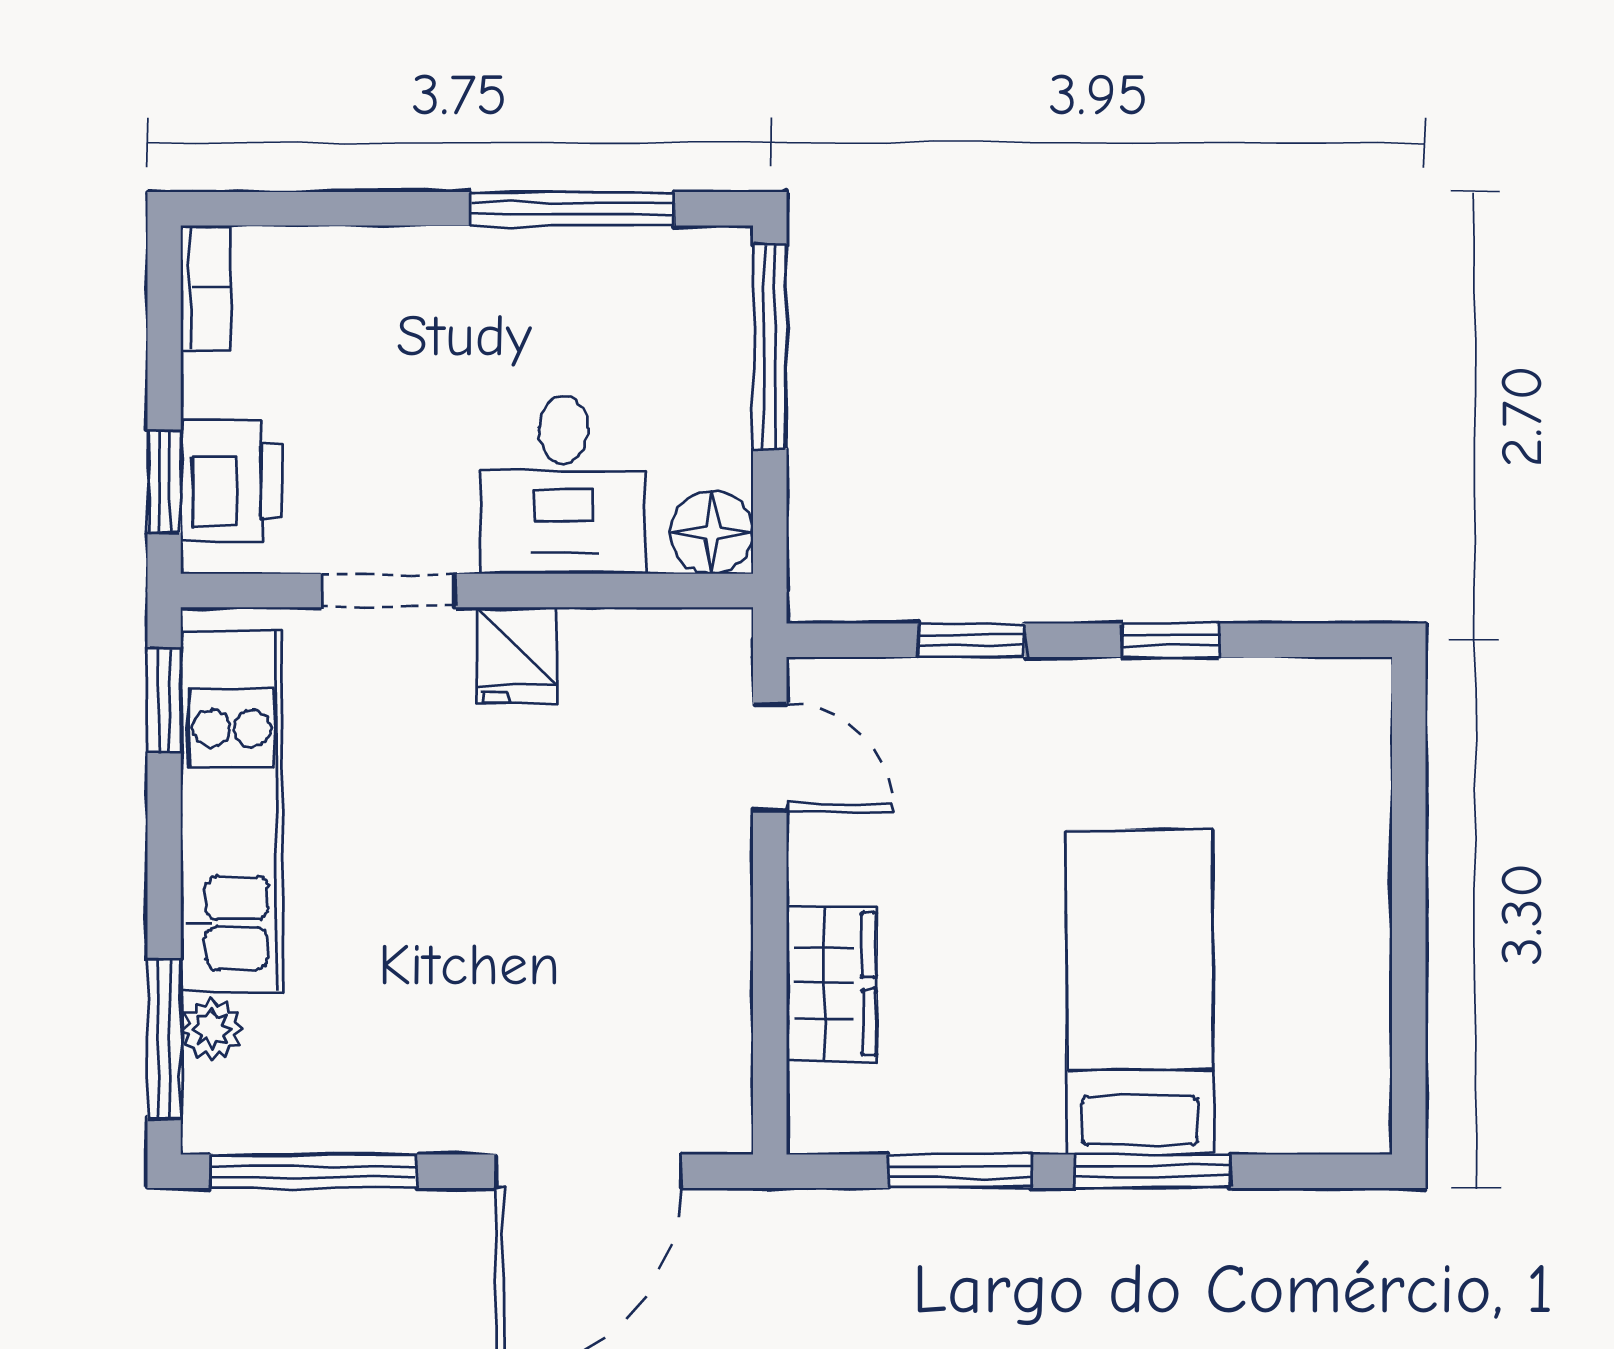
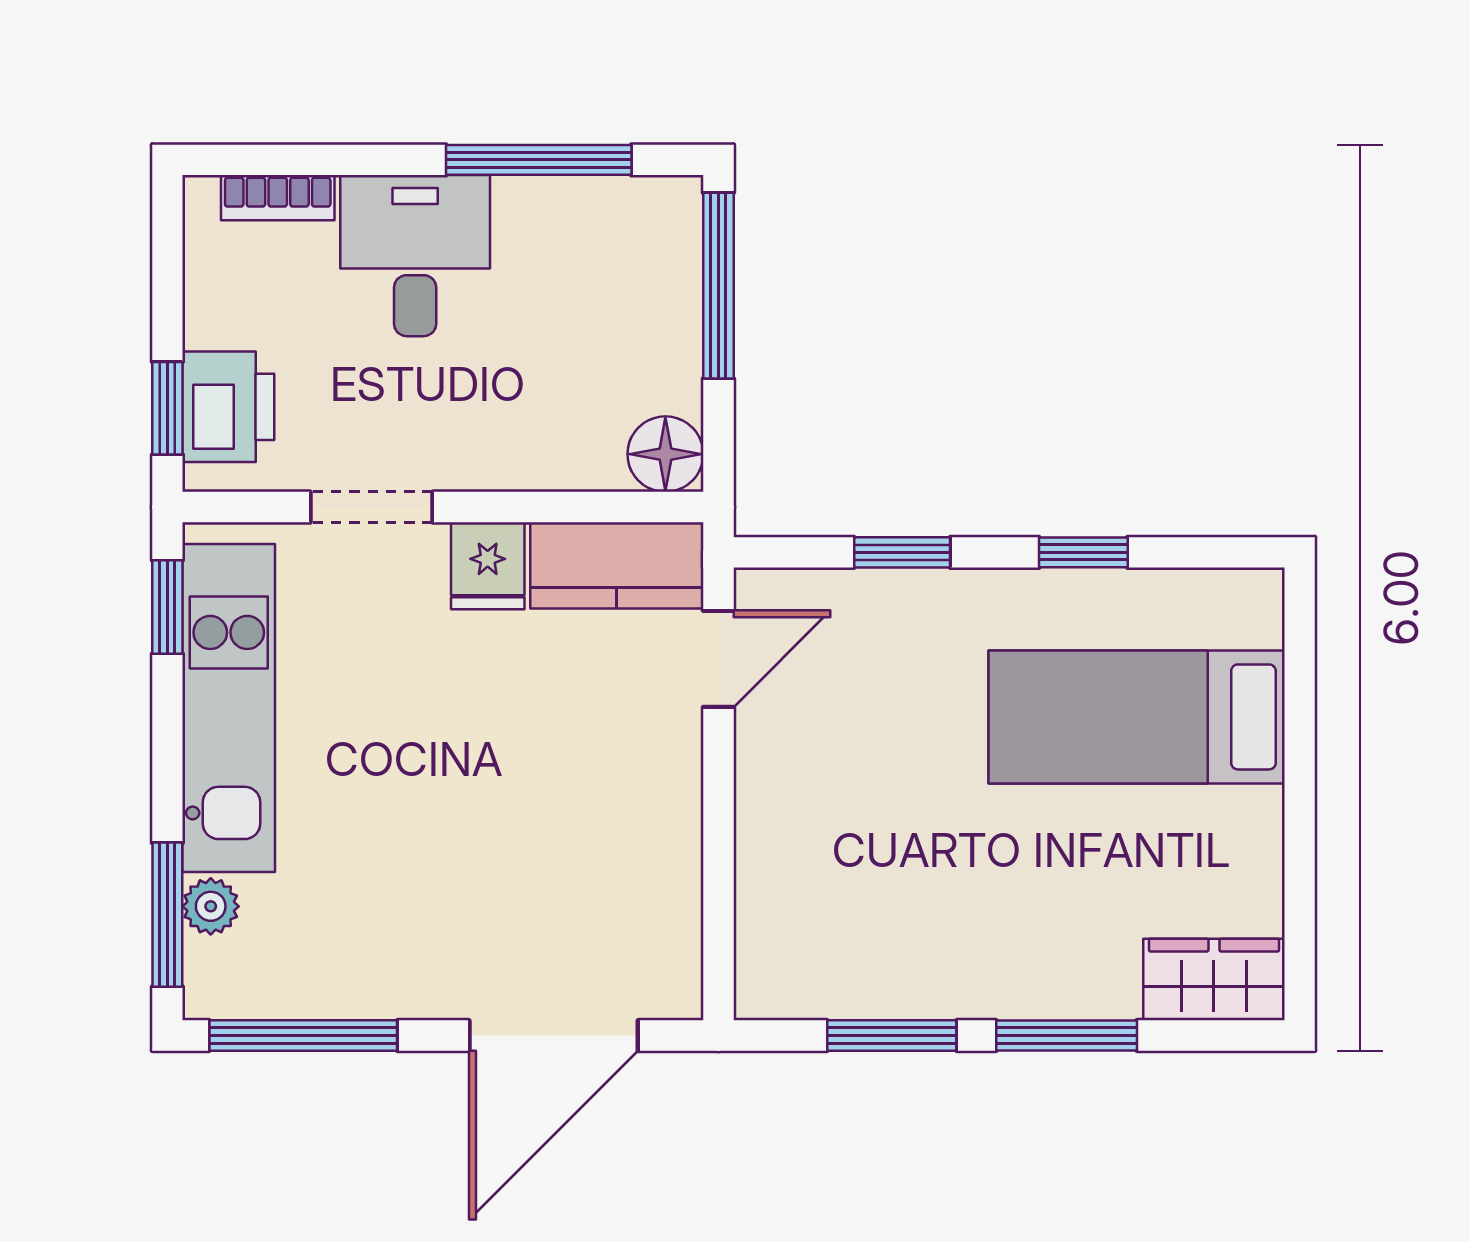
bookcase: (206, 288) -> (278, 198), moved, turned 90
desk: (564, 485) -> (415, 256), moved, turned 180
kitchen counter: (658, 655) -> (617, 565), added
door: (770, 757) -> (718, 659), hinge flipped
wardrobe: (831, 984) -> (1214, 979), moved, turned -90
bed: (1140, 992) -> (1137, 717), moved, turned -90

